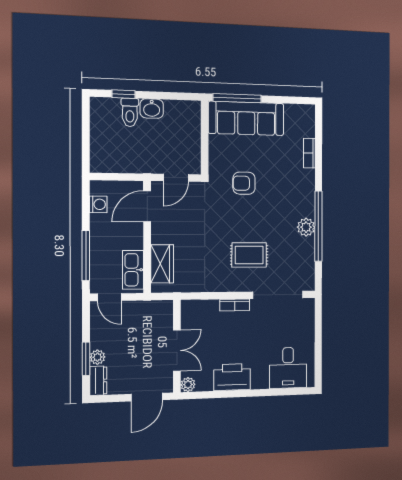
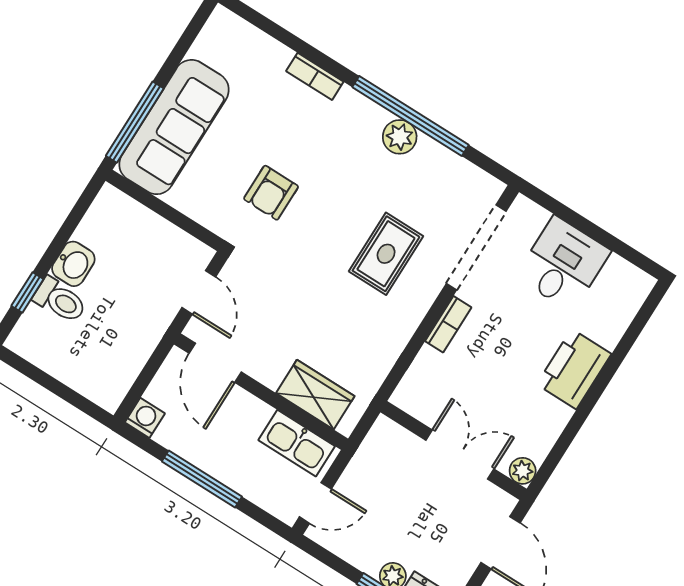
bookcase: (309, 153) -> (315, 76), moved
washing machine: (98, 204) -> (145, 418), moved
window: (86, 256) -> (202, 479), moved
desk: (288, 368) -> (563, 264), moved, turned -90
printer: (232, 377) -> (574, 369), moved

